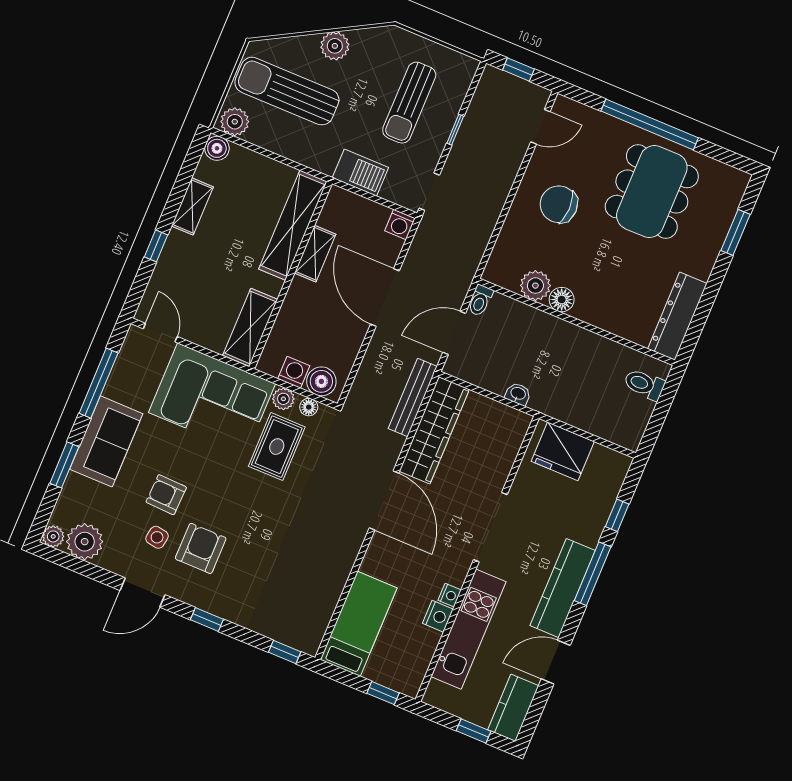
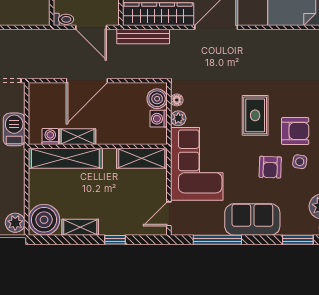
boiler: (217, 148) -> (44, 220), width x1.86, depth x1.86
washing machine: (400, 224) -> (50, 137), moved, turned -90
rug: (277, 447) -> (255, 115), moved, turned 90
window: (64, 465) -> (298, 240), moved
armchair: (201, 548) -> (295, 131), turned 180

